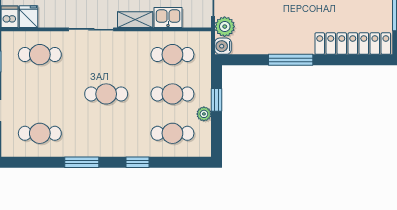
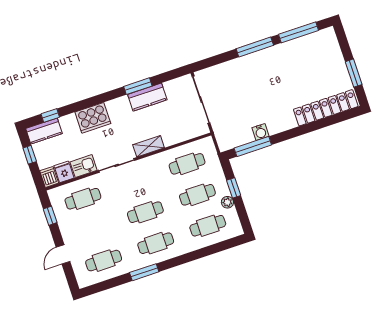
kitchen sink: (168, 17) -> (84, 166), moved
plant: (225, 27) -> (221, 128), removed
water cooler: (223, 46) -> (261, 132), moved, turned -90
window: (291, 60) -> (253, 146), moved
cafe table: (106, 133) -> (156, 243), added
window: (138, 162) -> (188, 258), removed

